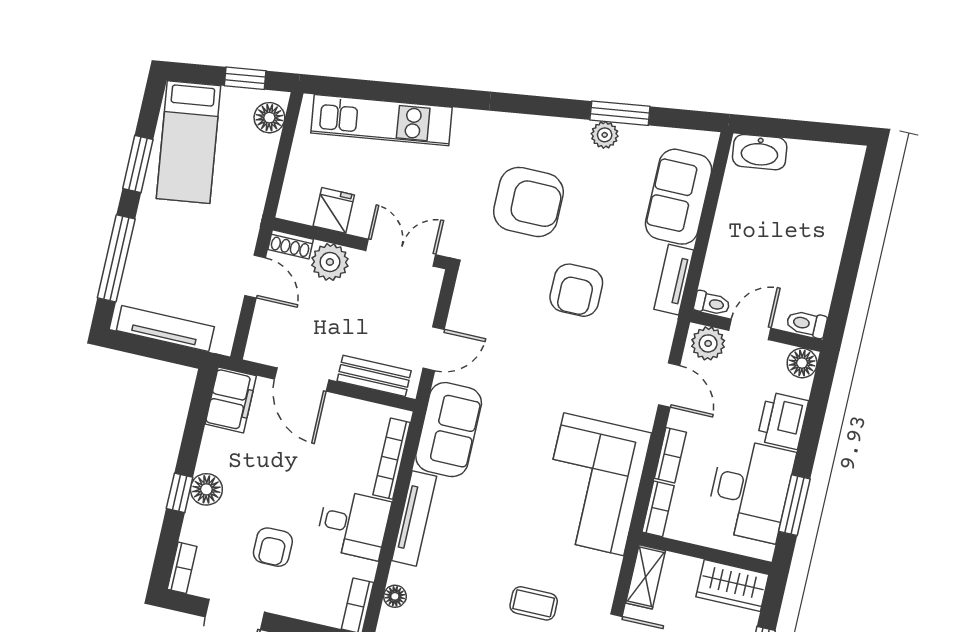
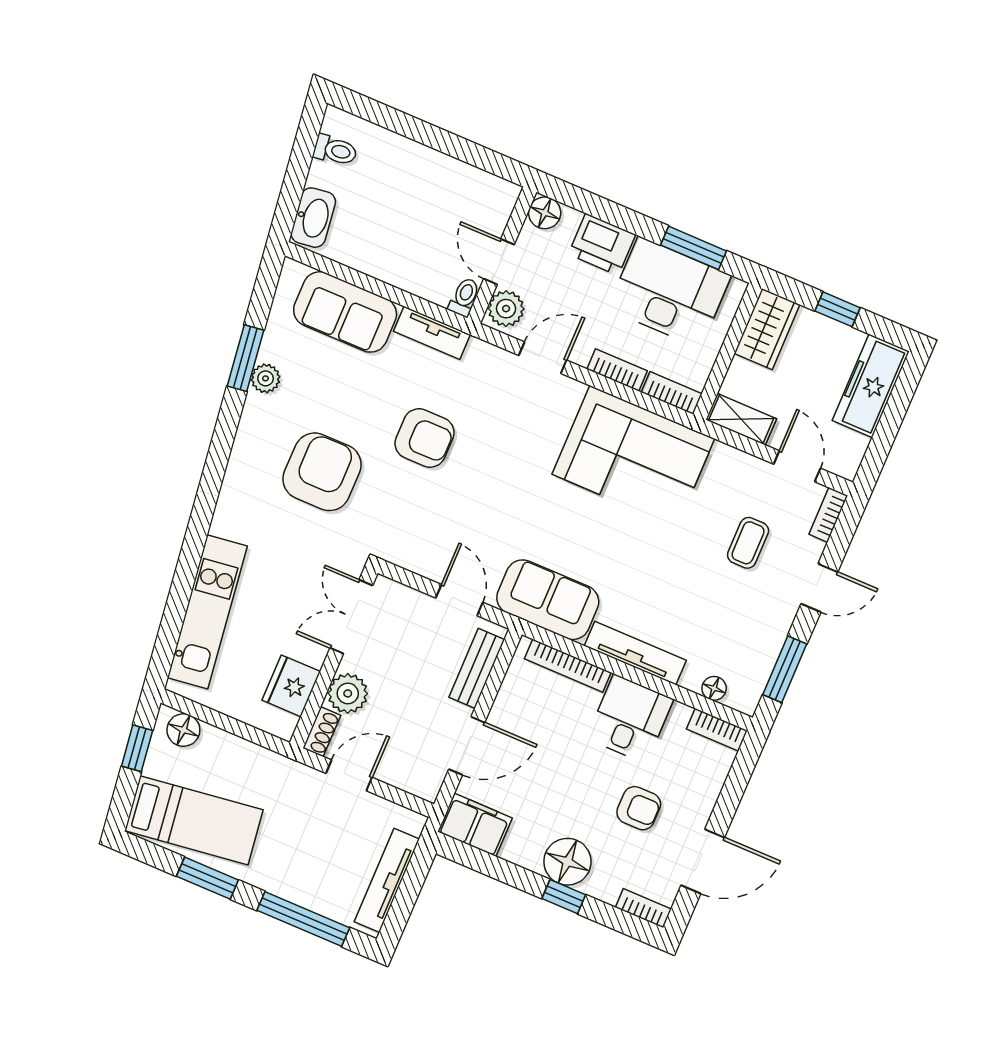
fridge: (334, 210) -> (291, 686), width x1.38
toilet: (807, 324) -> (335, 150), moved, turned -98
floor lamp: (206, 489) -> (567, 862), width x1.38, depth x1.38

